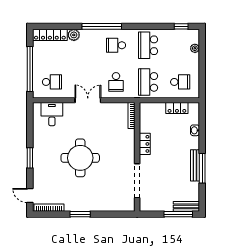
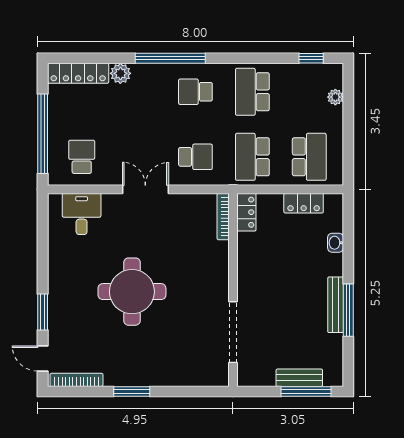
school desk: (52, 82) -> (82, 157), turned -90
school desk: (116, 82) -> (195, 157), turned -90
school desk: (180, 82) -> (309, 157), width x1.85
locker: (145, 144) -> (246, 212), moved
window: (30, 158) -> (43, 312), moved
bench: (186, 206) -> (299, 378), moved

